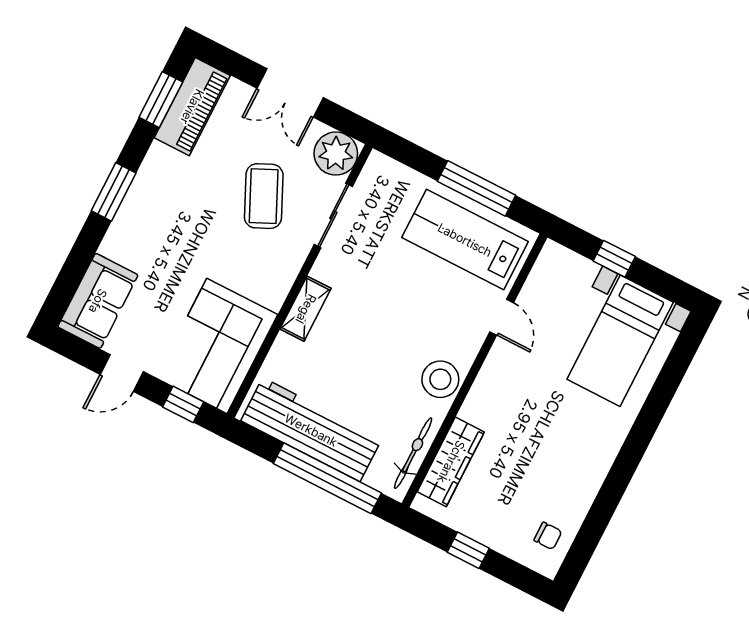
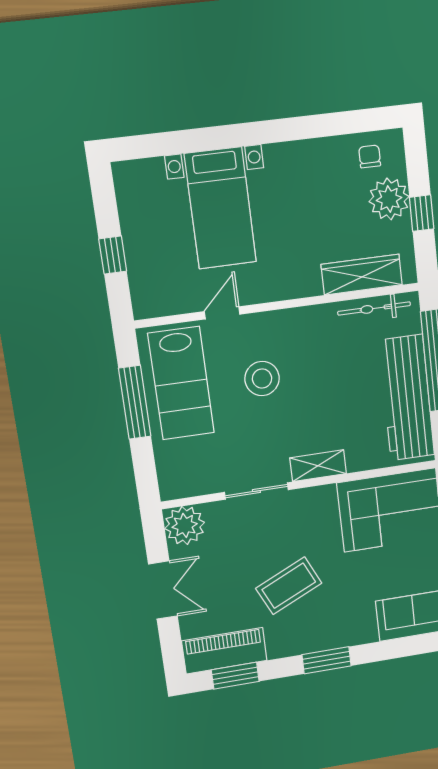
coffee table: (264, 196) -> (289, 586), moved
sliding door: (333, 215) -> (256, 491), moved
bed with nightstands: (620, 341) -> (220, 208), moved, turned 90
stool: (440, 379) -> (262, 379), moved
plant: (500, 529) -> (389, 199), added

